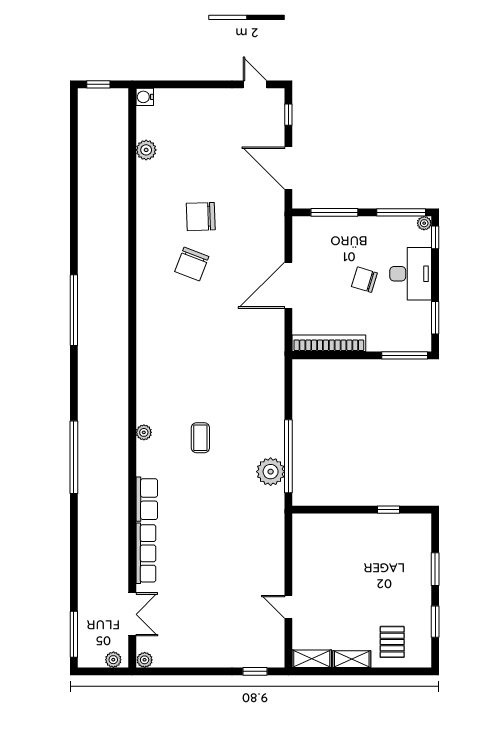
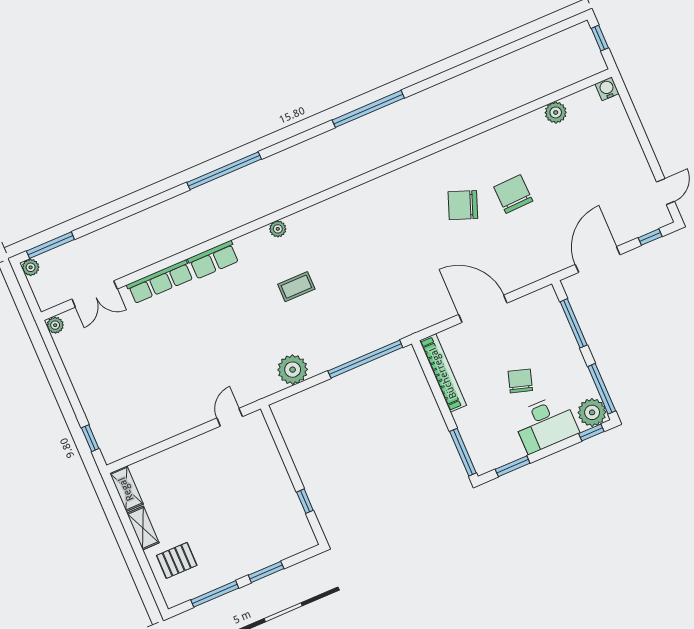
plant: (424, 223) -> (592, 412), width x1.88, depth x1.88
window: (288, 456) -> (365, 359), moved
door: (288, 607) -> (230, 417), moved
window: (435, 622) -> (215, 594), width x1.44
plant: (113, 660) -> (31, 267), moved

